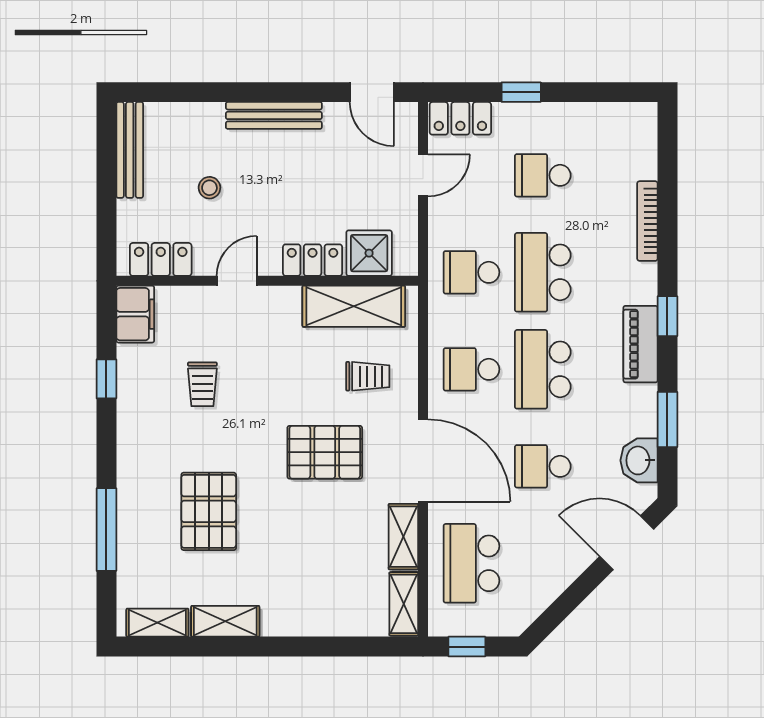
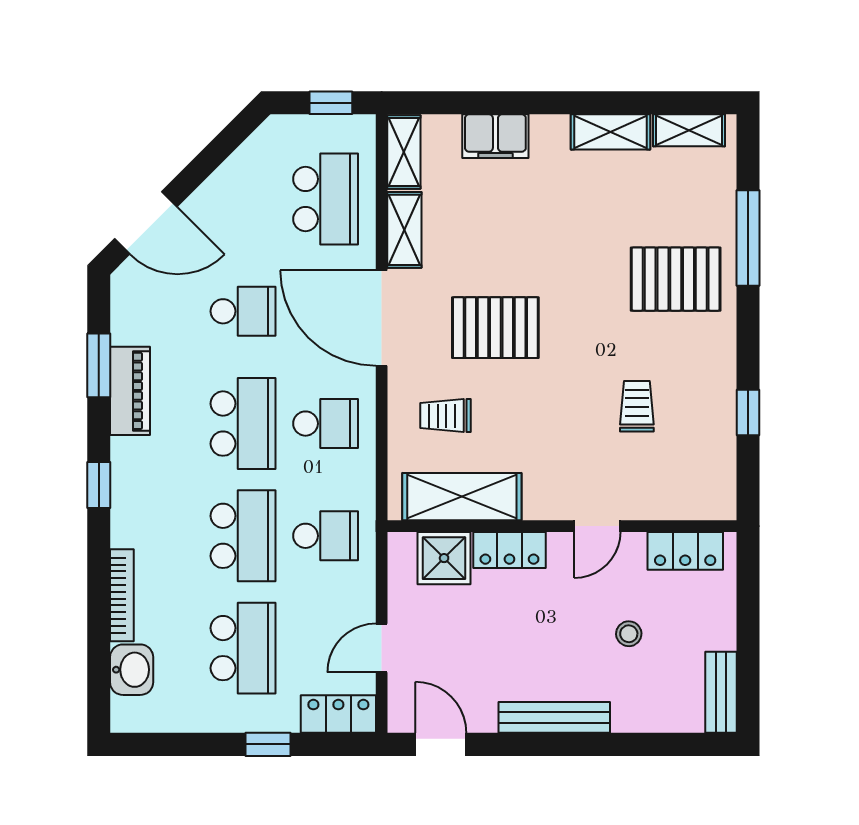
bench: (130, 150) -> (721, 692), width x0.73
school desk: (543, 175) -> (243, 648), width x1.85
filing cabinet: (135, 314) -> (495, 136), moved, turned -90
piano: (640, 344) -> (130, 391), moved
washbasin: (639, 460) -> (132, 670), moved
pallet: (209, 511) -> (676, 279), moved, turned 90

